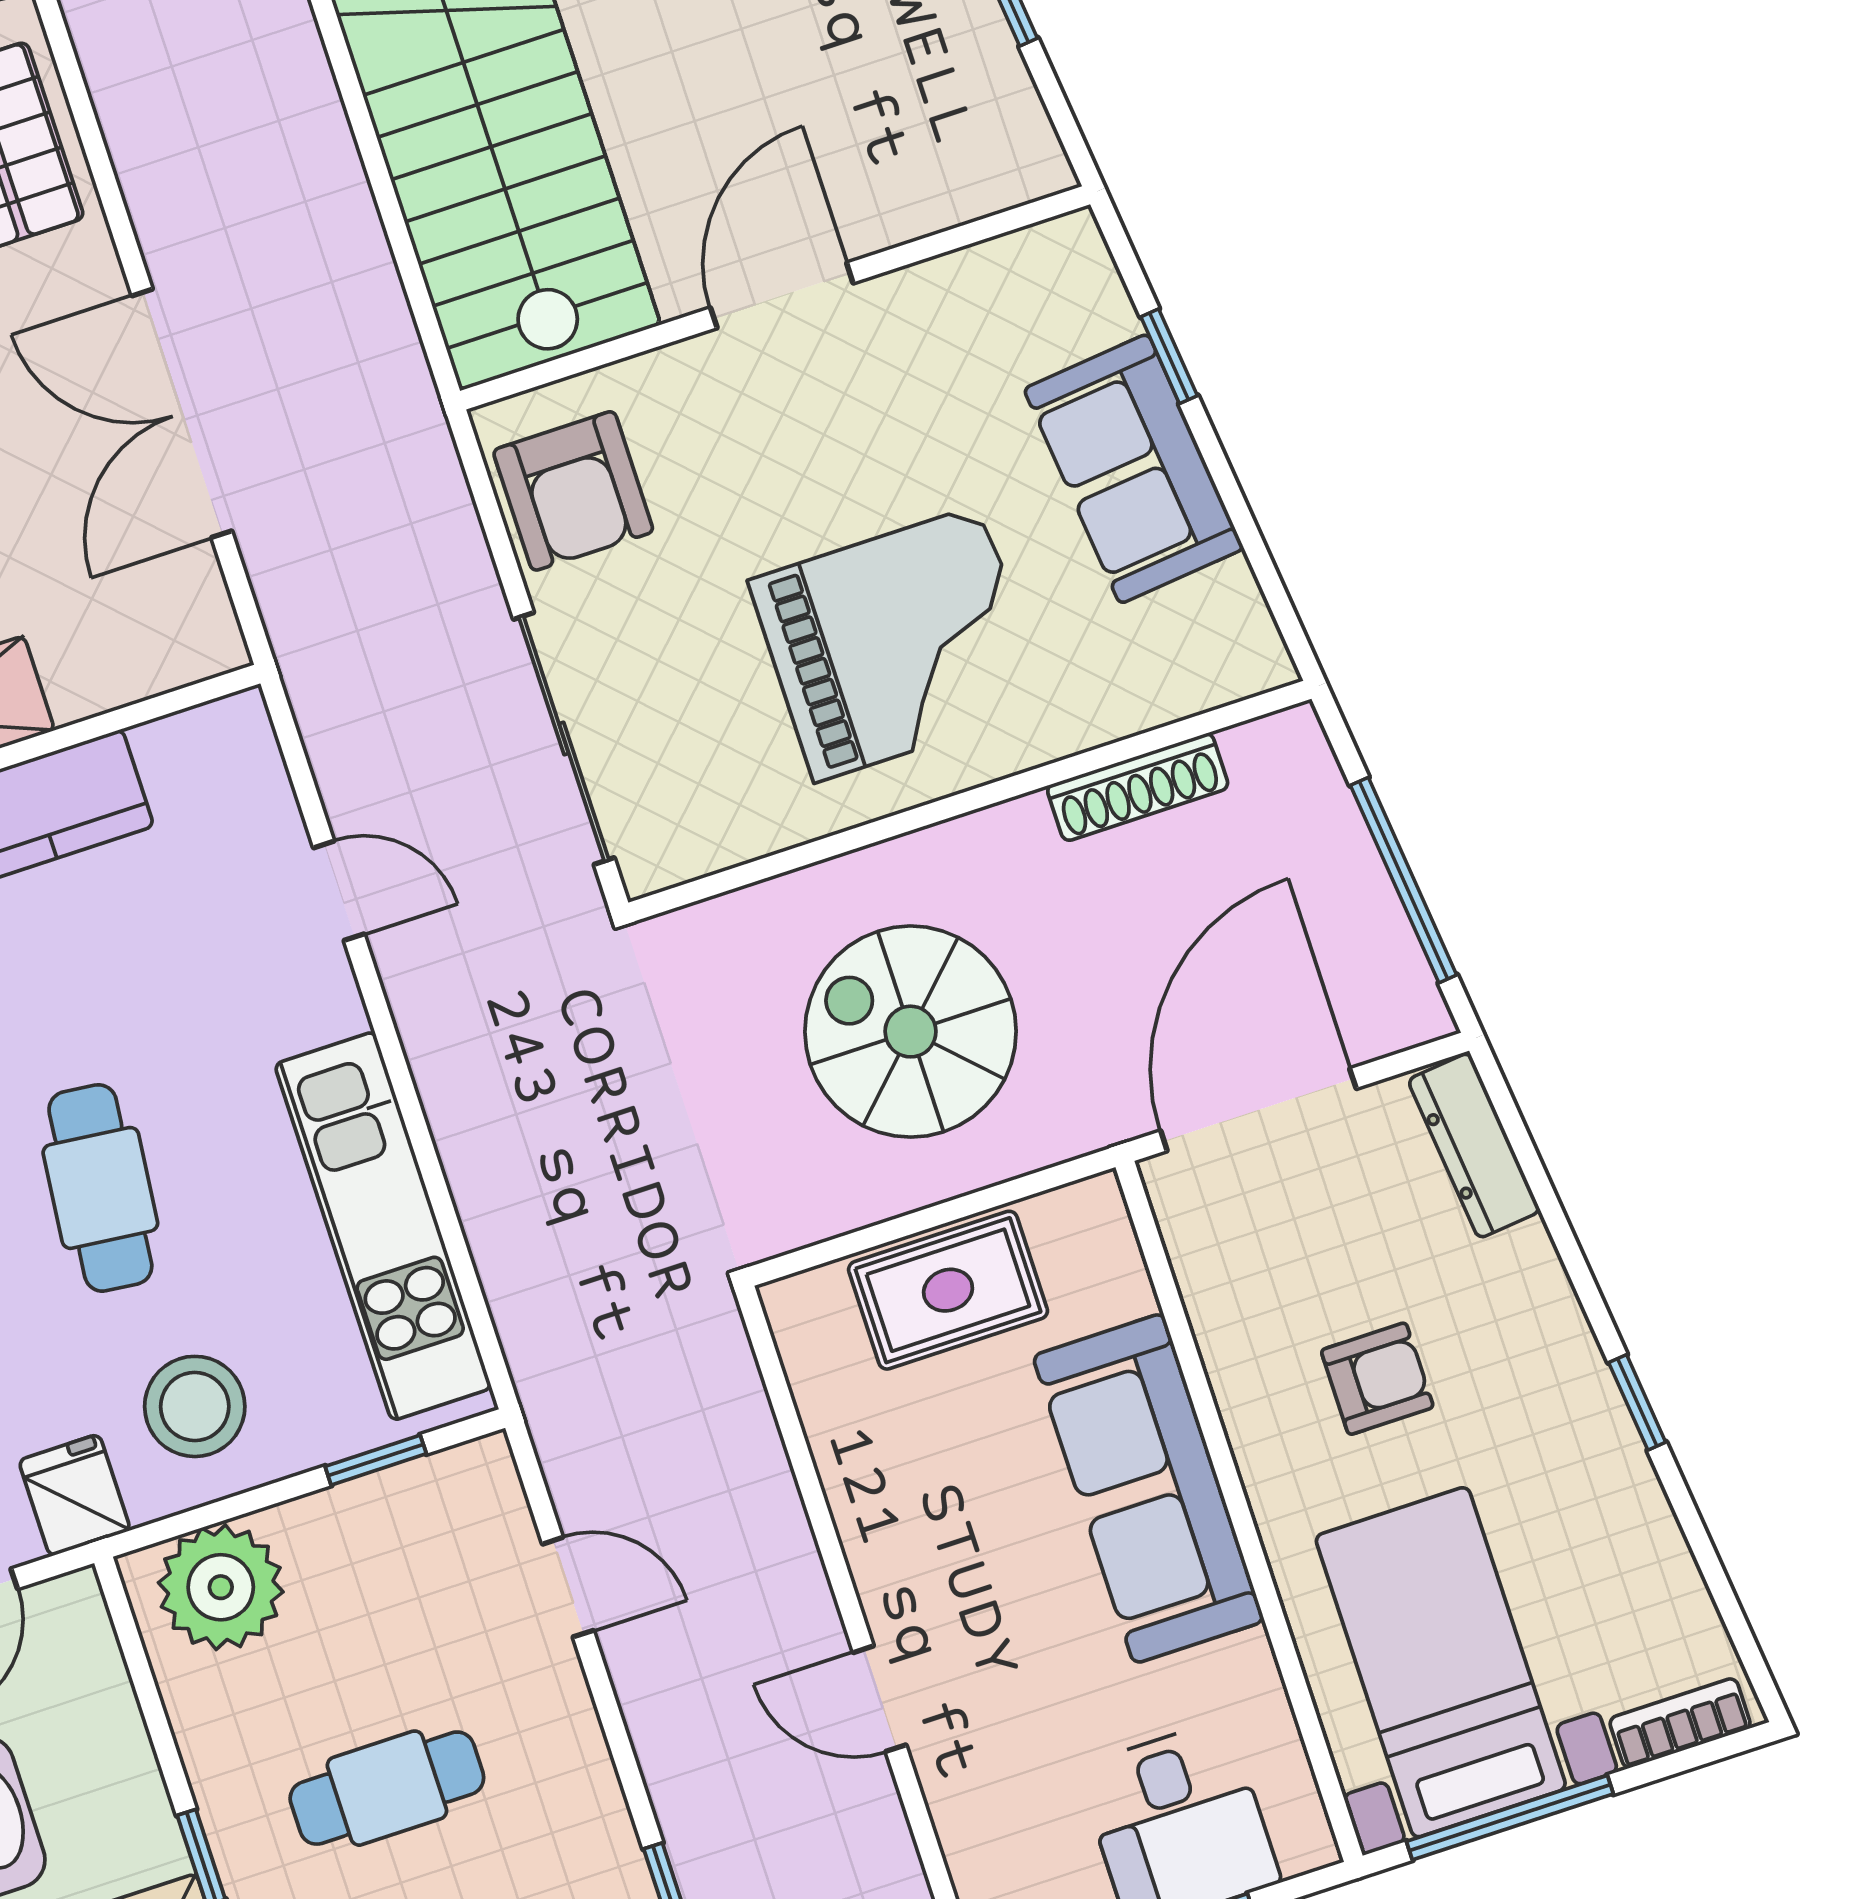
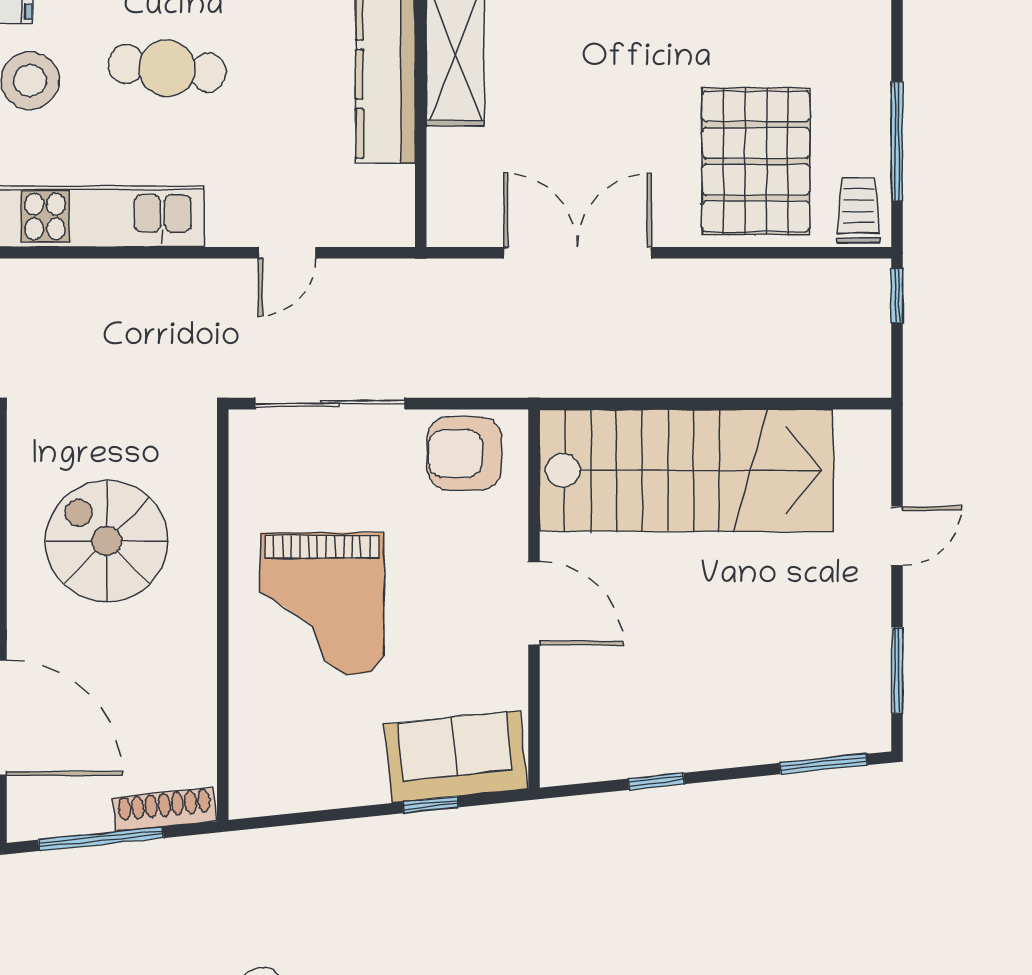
sofa: (1134, 469) -> (456, 757), moved
shoe rack: (1138, 787) -> (165, 809), moved, turned 84
spiral stairs: (911, 1032) -> (107, 541), turned -90

